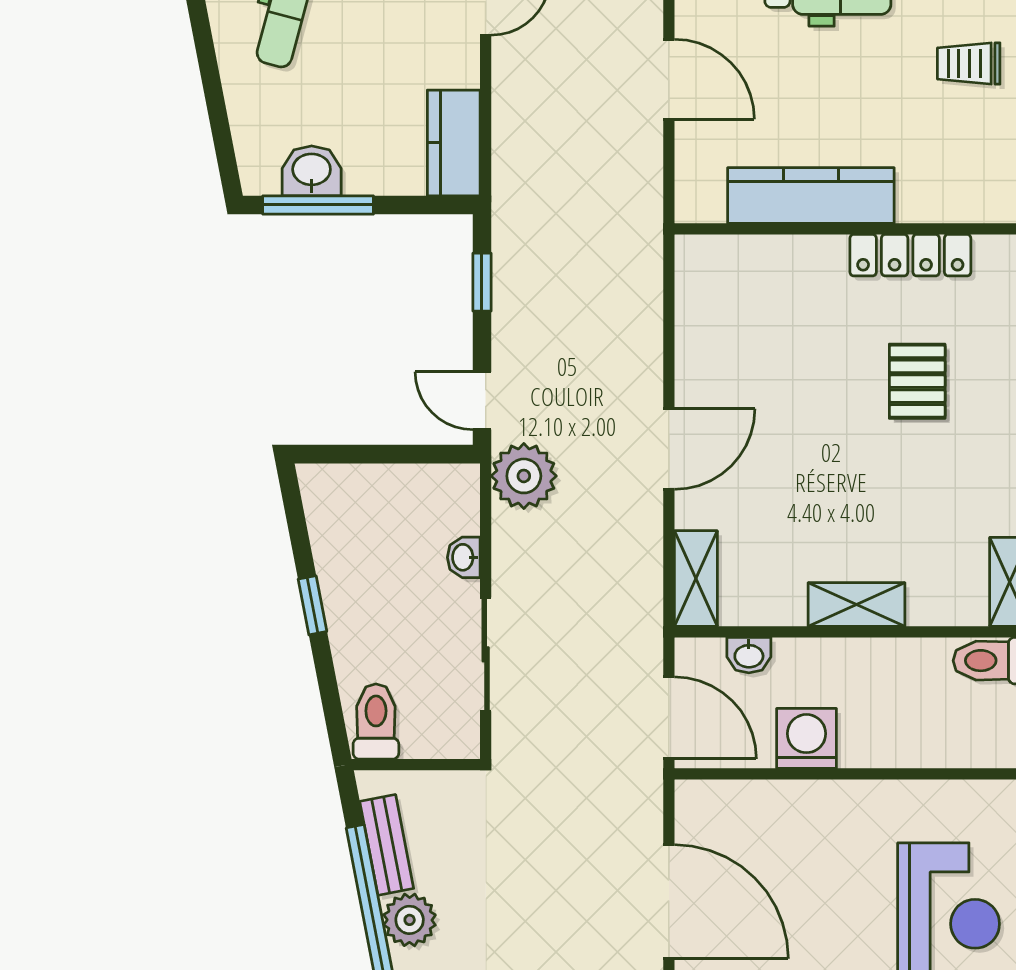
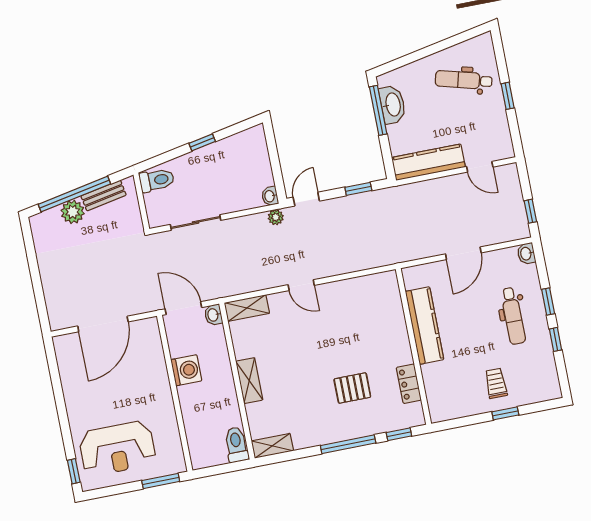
kitchen counter: (454, 143) -> (428, 162), width x1.50
washbasin: (312, 171) -> (392, 105), width x1.38
locker: (910, 255) -> (409, 384), width x0.66
door: (669, 449) -> (301, 285), width x0.73
plant: (524, 476) -> (276, 217), width x0.53, depth x0.53
washbasin: (464, 557) -> (270, 196), moved, turned -90
washbasin: (749, 655) -> (213, 315), moved
door: (669, 718) -> (183, 308), swing flipped

